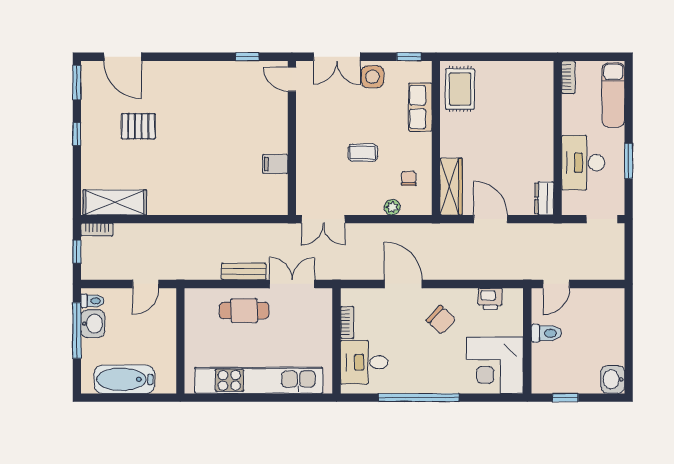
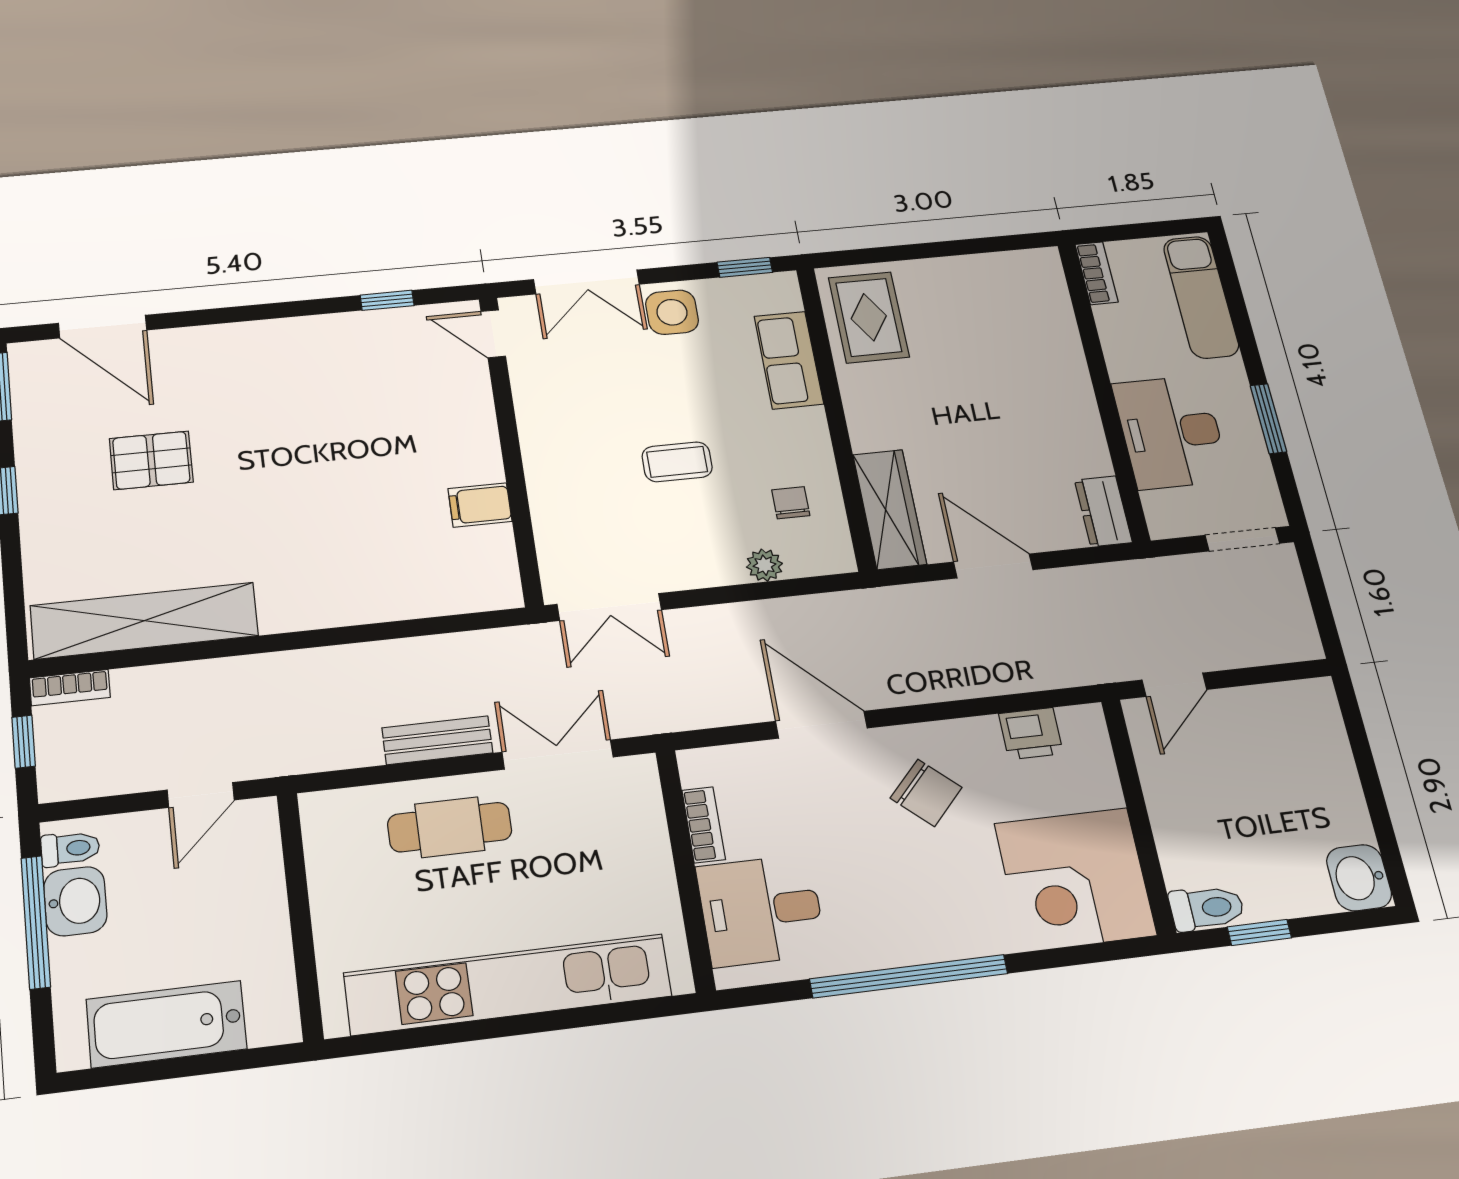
shelving: (115, 202) -> (144, 621), width x1.47
toilet: (546, 333) -> (1207, 908), moved

